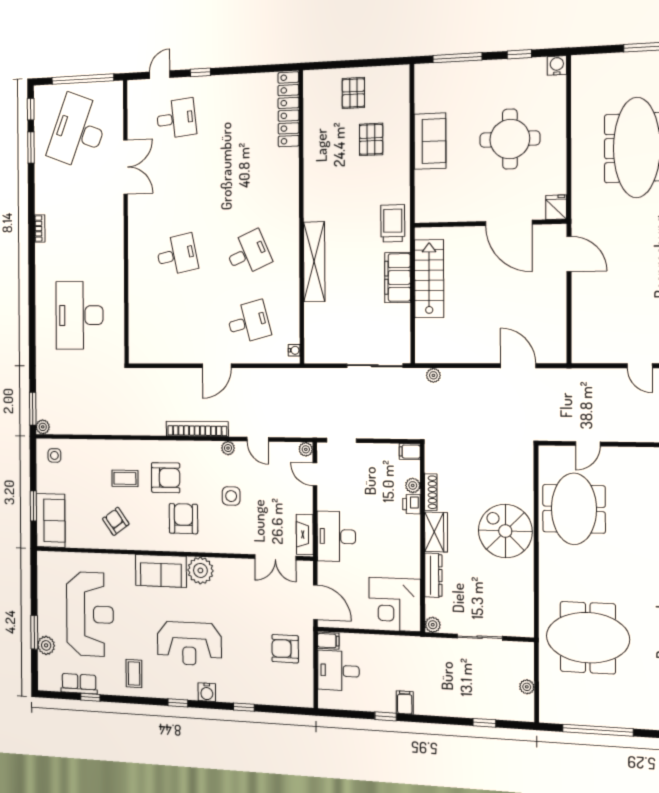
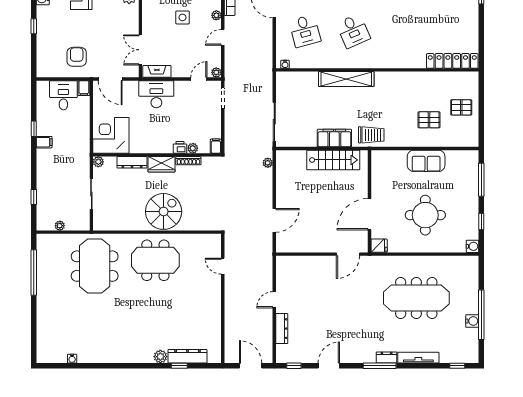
meeting table: (574, 509) -> (155, 260), moved
door: (315, 602) -> (110, 79), hinge flipped

